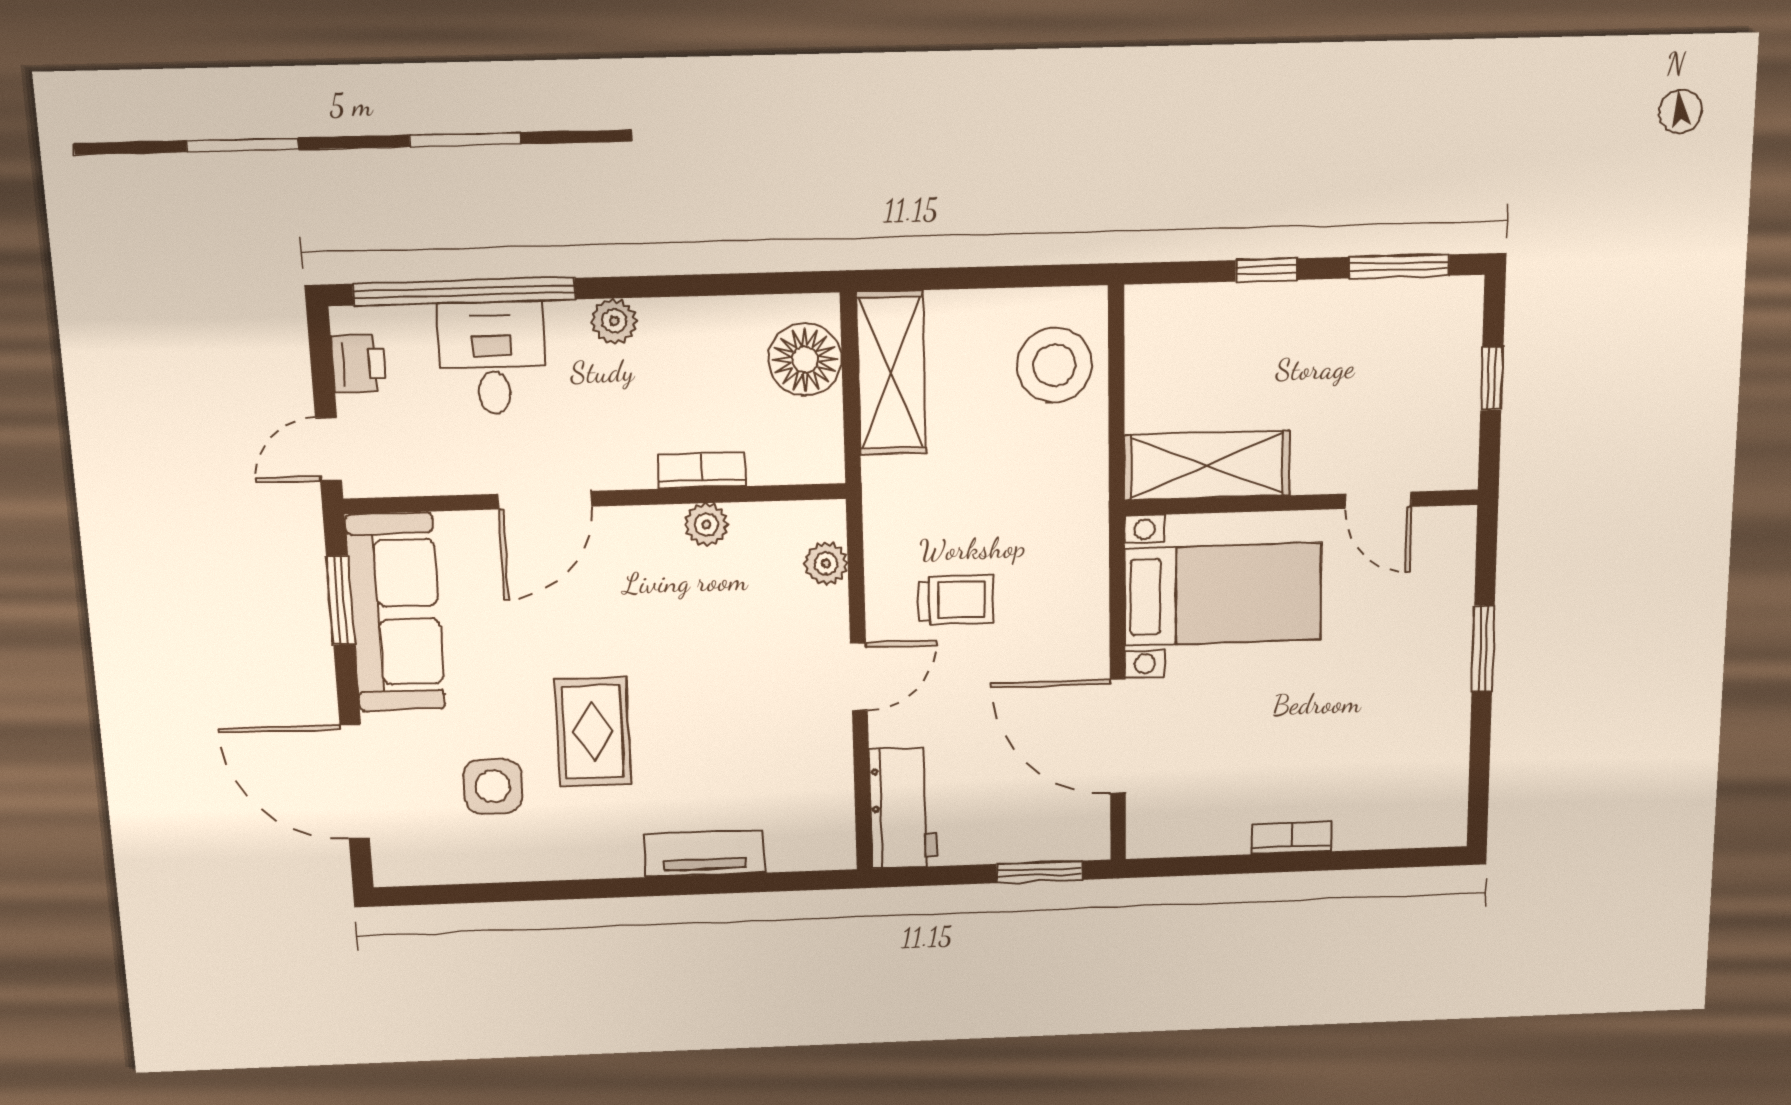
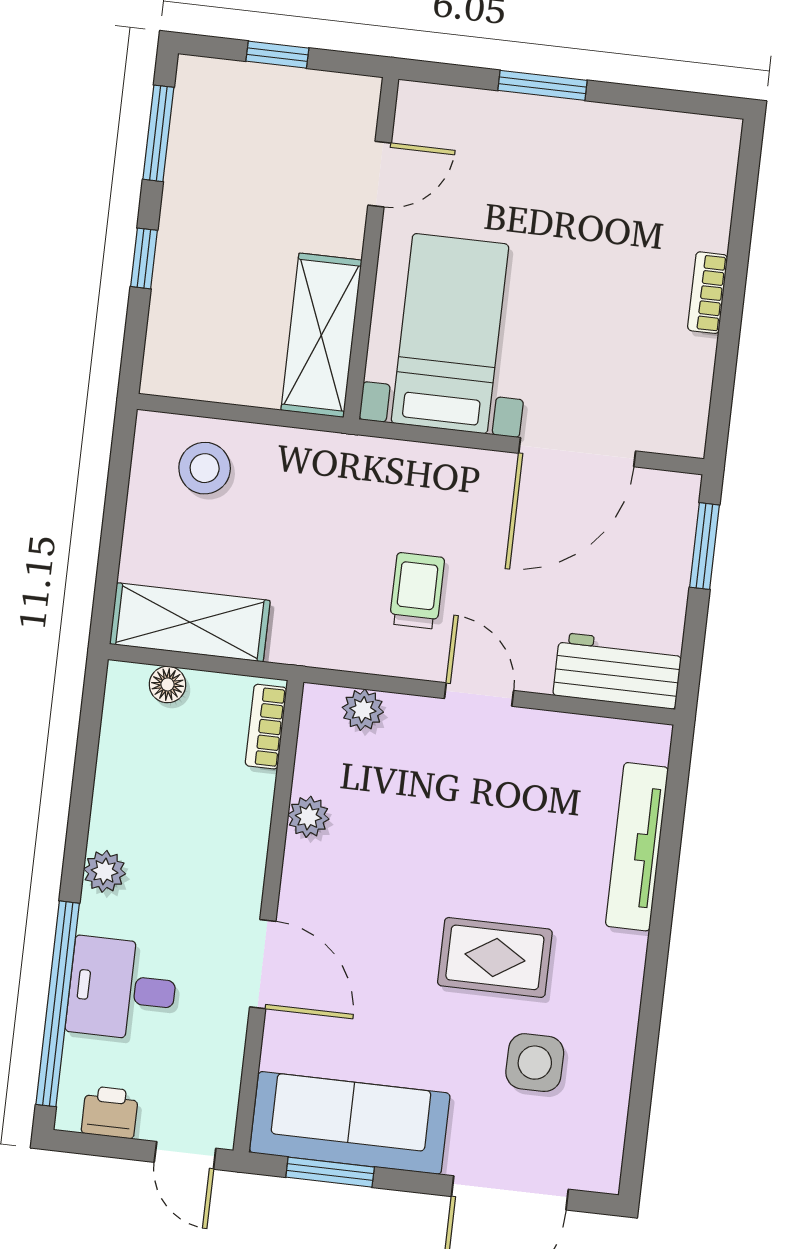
floor lamp: (805, 360) -> (168, 684), width x0.53, depth x0.53
stool: (1055, 365) -> (205, 468), width x0.73, depth x0.73
bookcase: (702, 470) -> (266, 727), moved
tv unit: (704, 853) -> (637, 847), width x1.41

